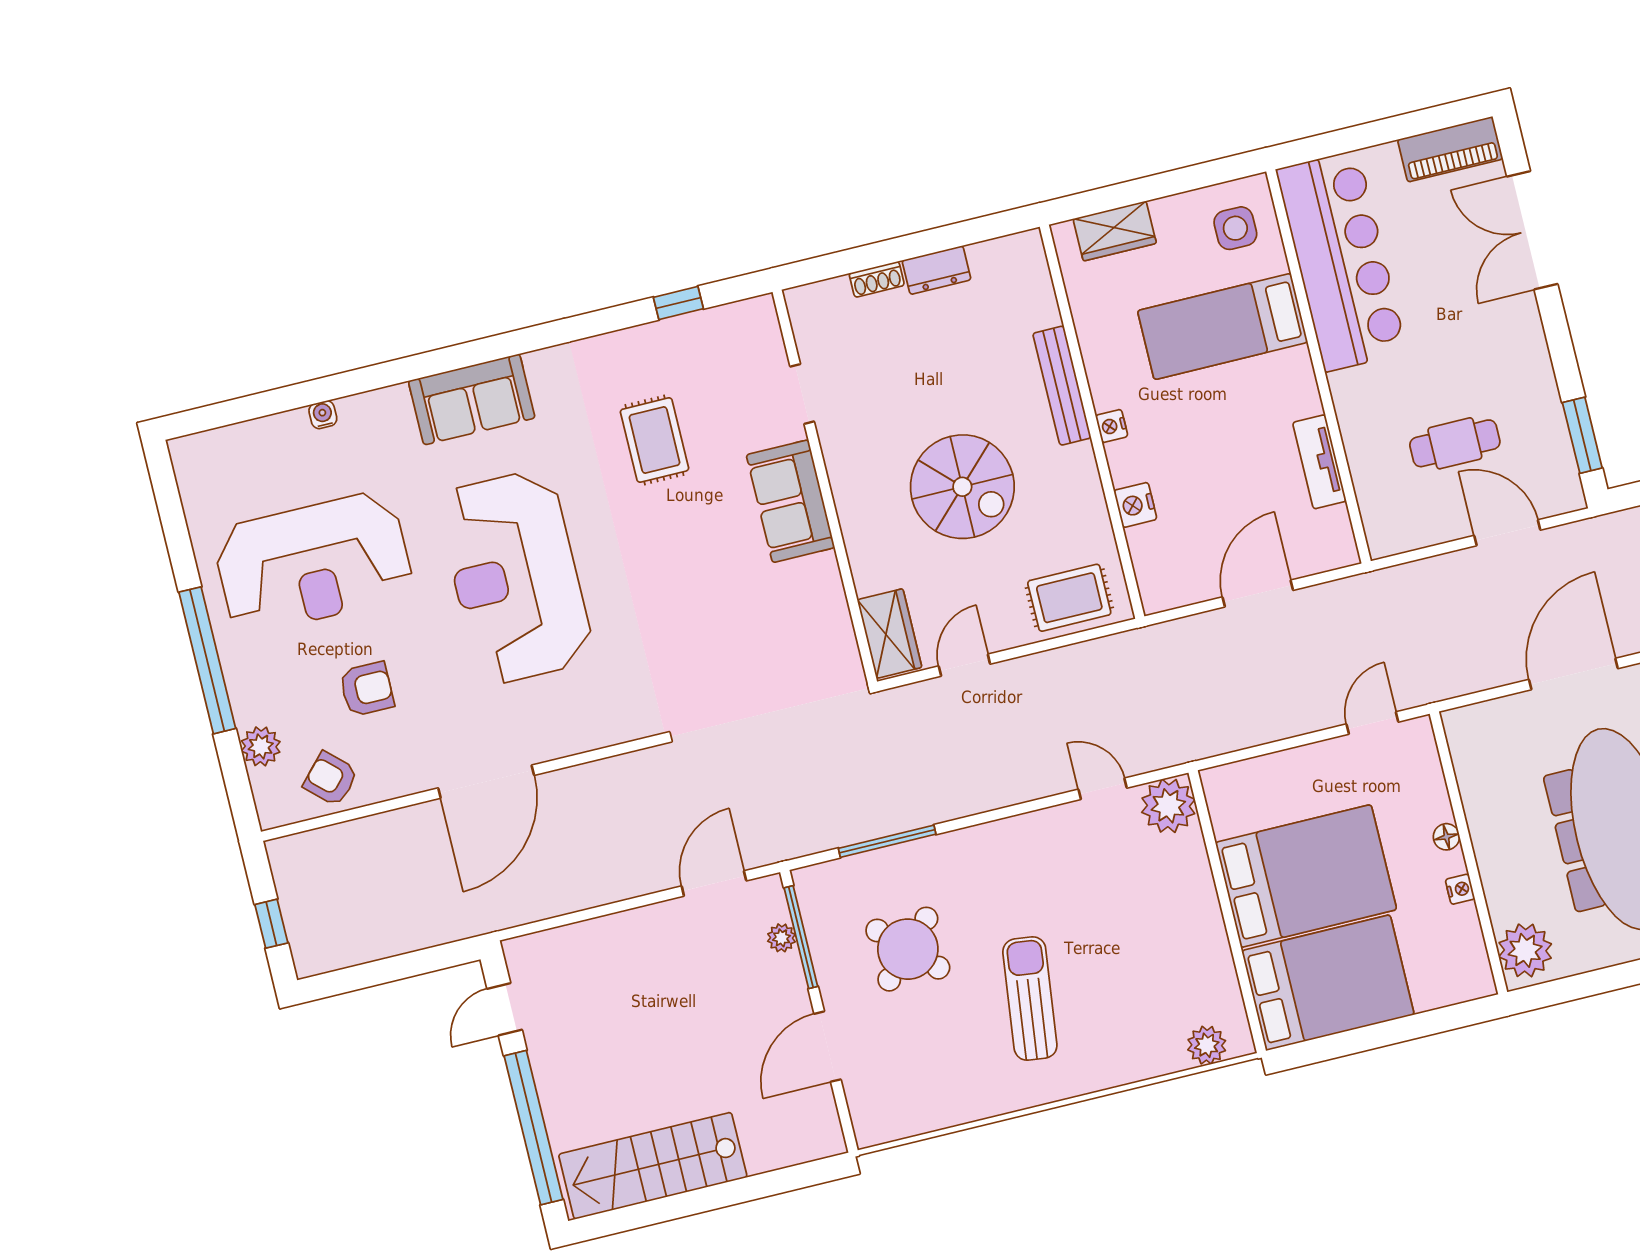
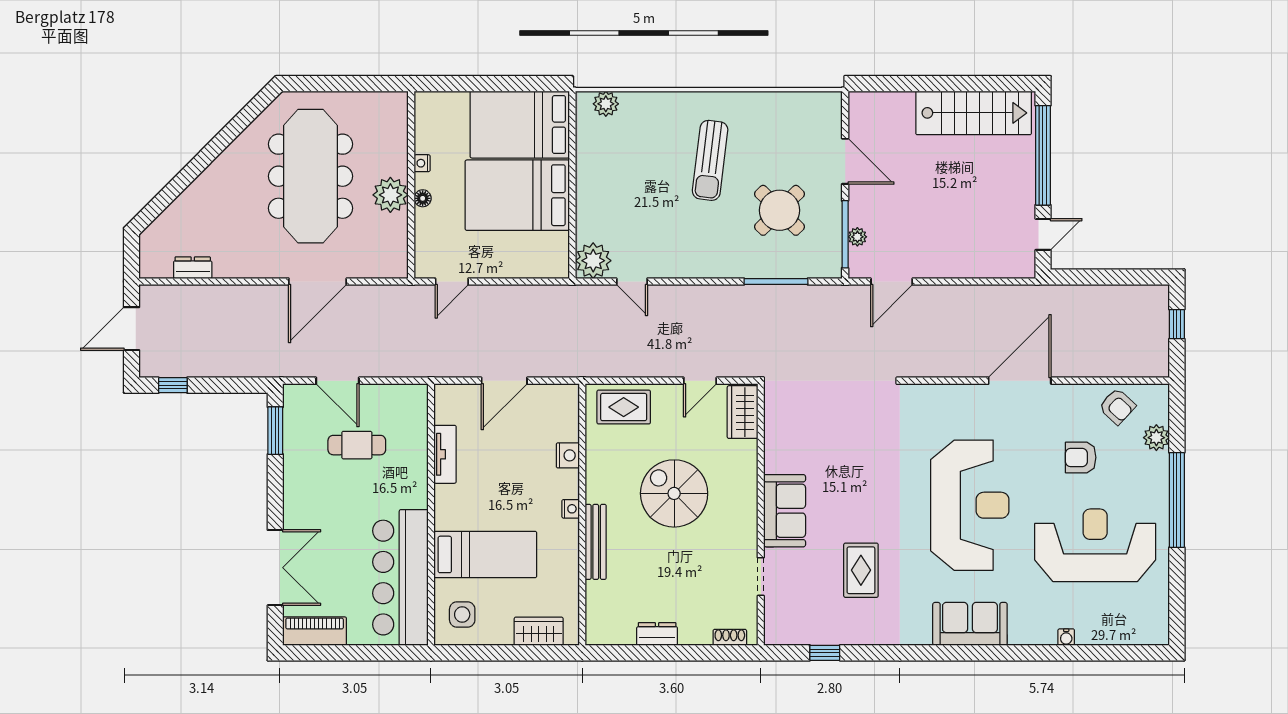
shoe rack: (877, 279) -> (730, 637), moved
plant: (1525, 950) -> (390, 195), moved
door: (828, 1047) -> (845, 161), hinge flipped

